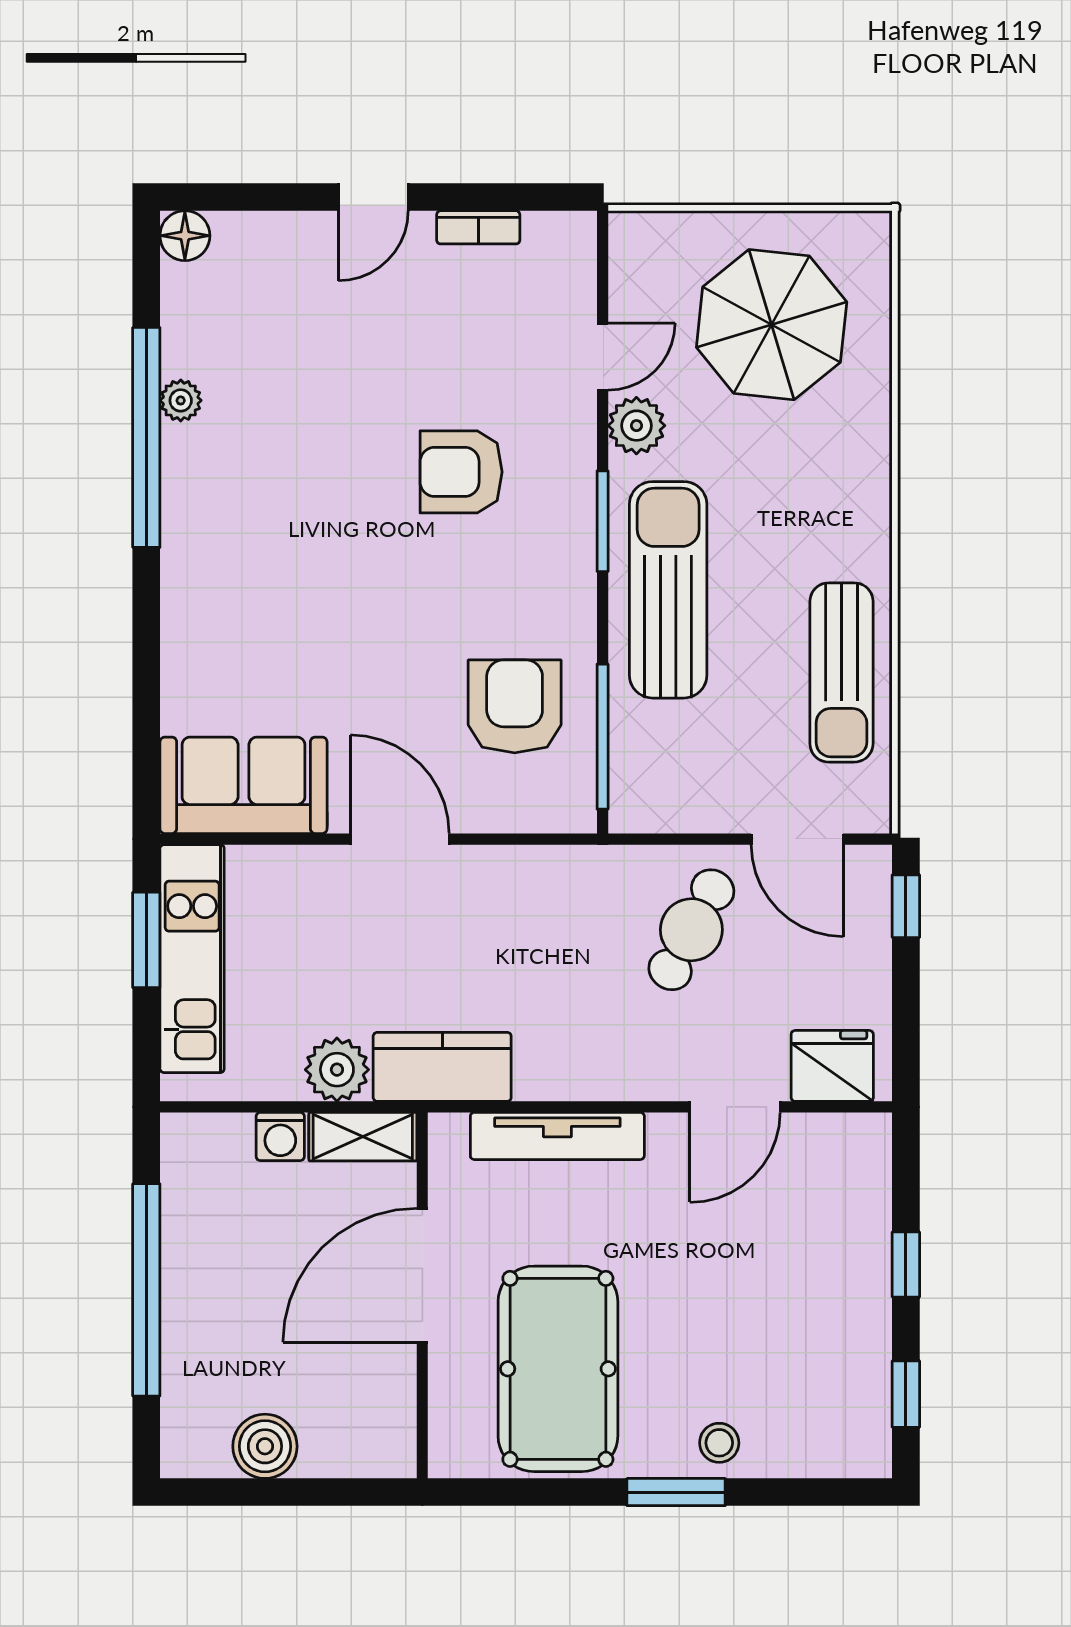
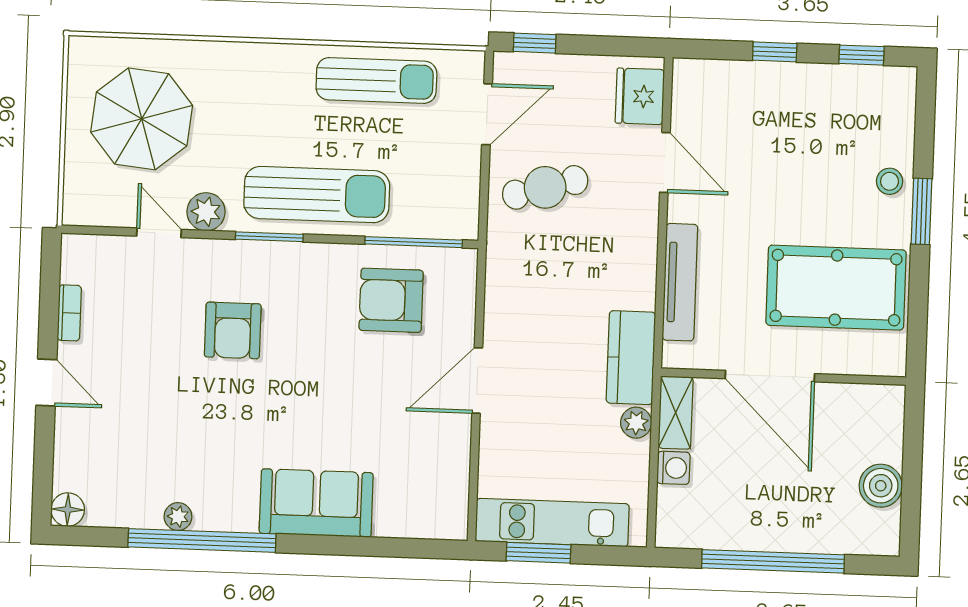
sun lounger: (668, 590) -> (317, 195), turned 180
sofa: (244, 785) -> (316, 503), moved, turned 90
cafe table: (691, 930) -> (545, 187), turned -44
plant: (337, 1070) -> (636, 423), width x0.73, depth x0.73

